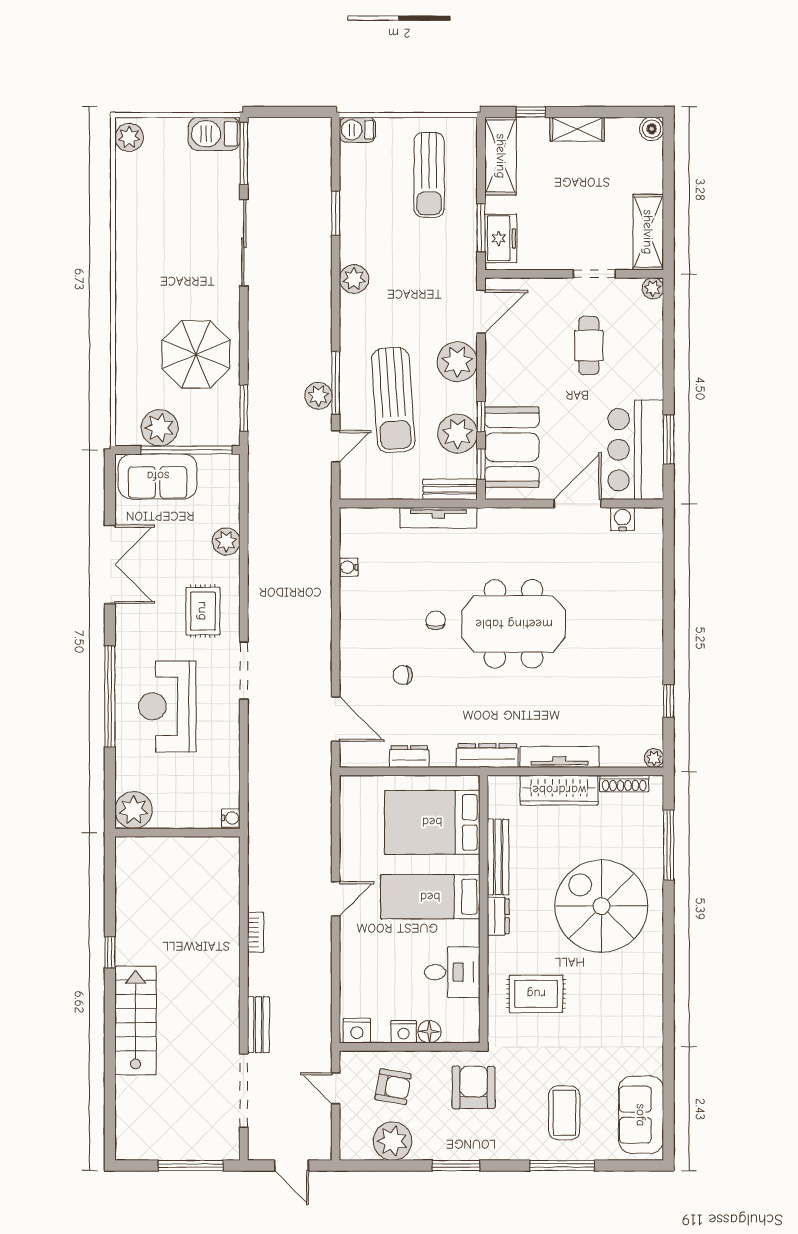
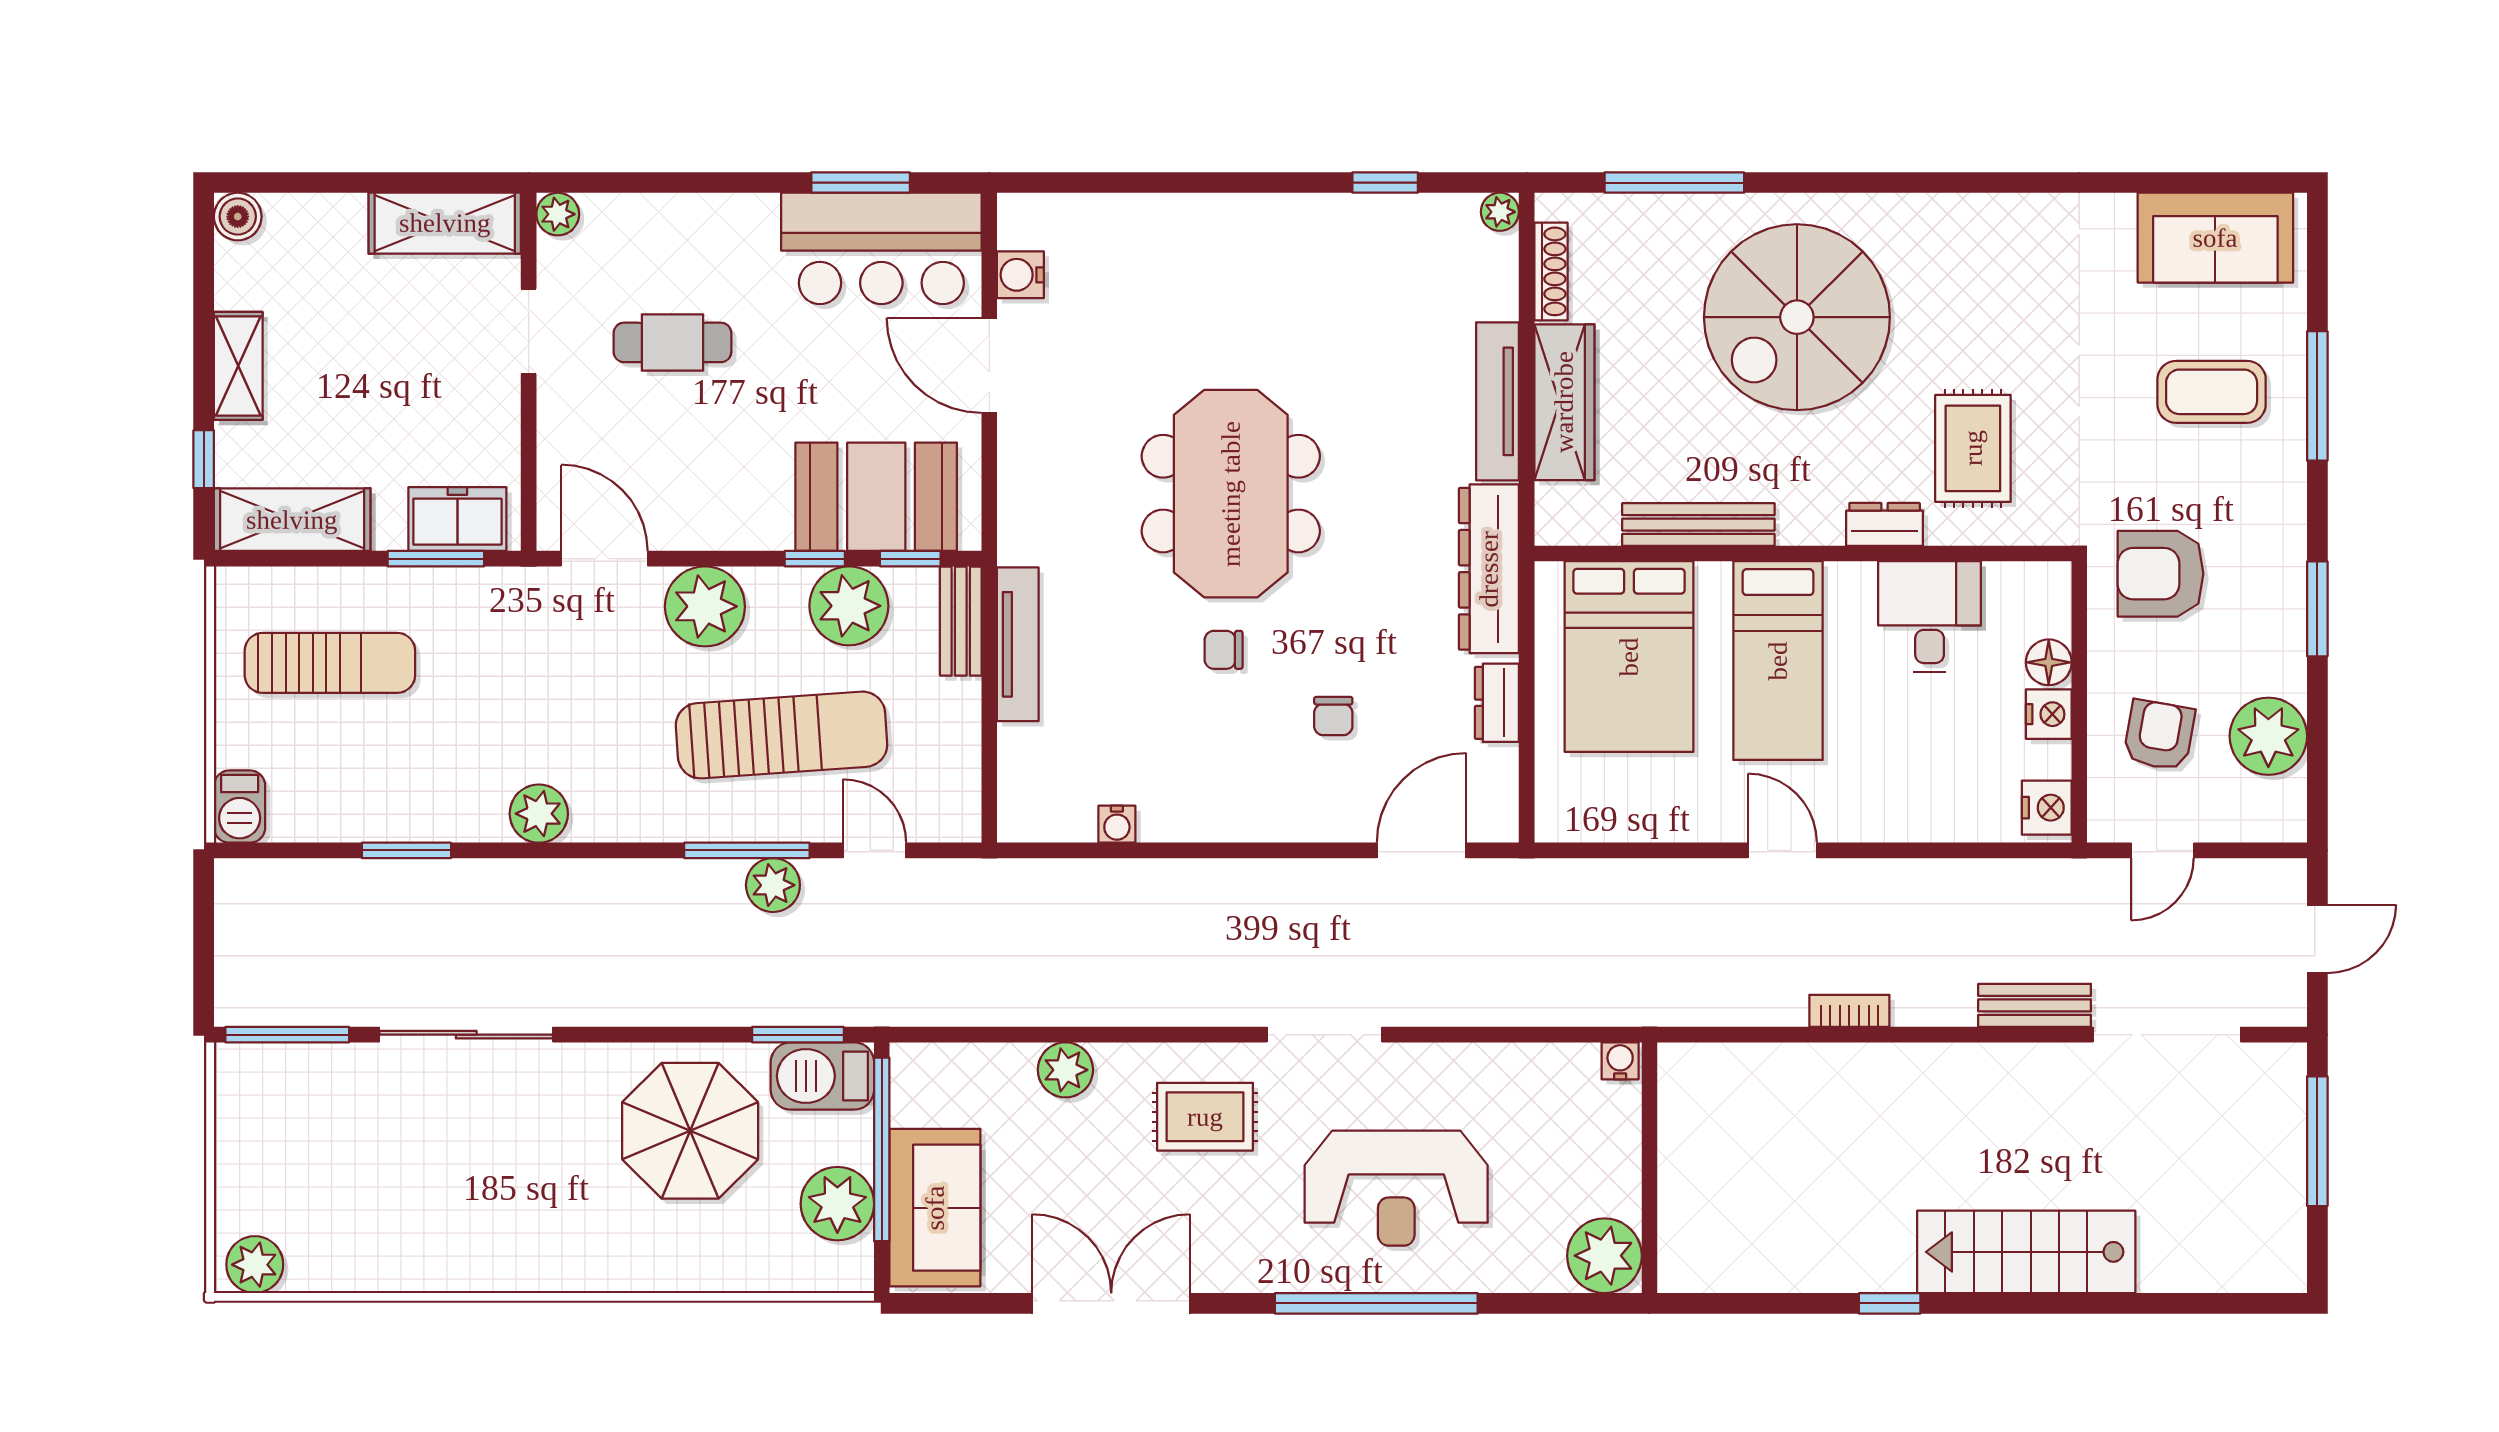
barbecue: (214, 134) -> (822, 1076), moved, turned 90
dresser: (487, 756) -> (1489, 569), width x1.37, depth x1.24
dresser: (498, 916) -> (1885, 524), moved

